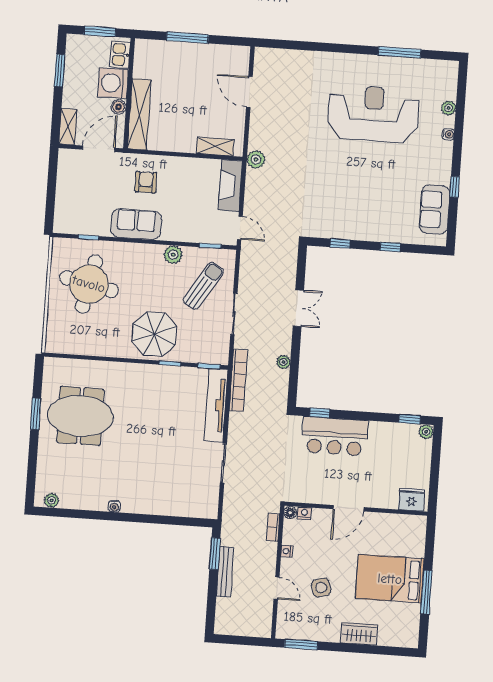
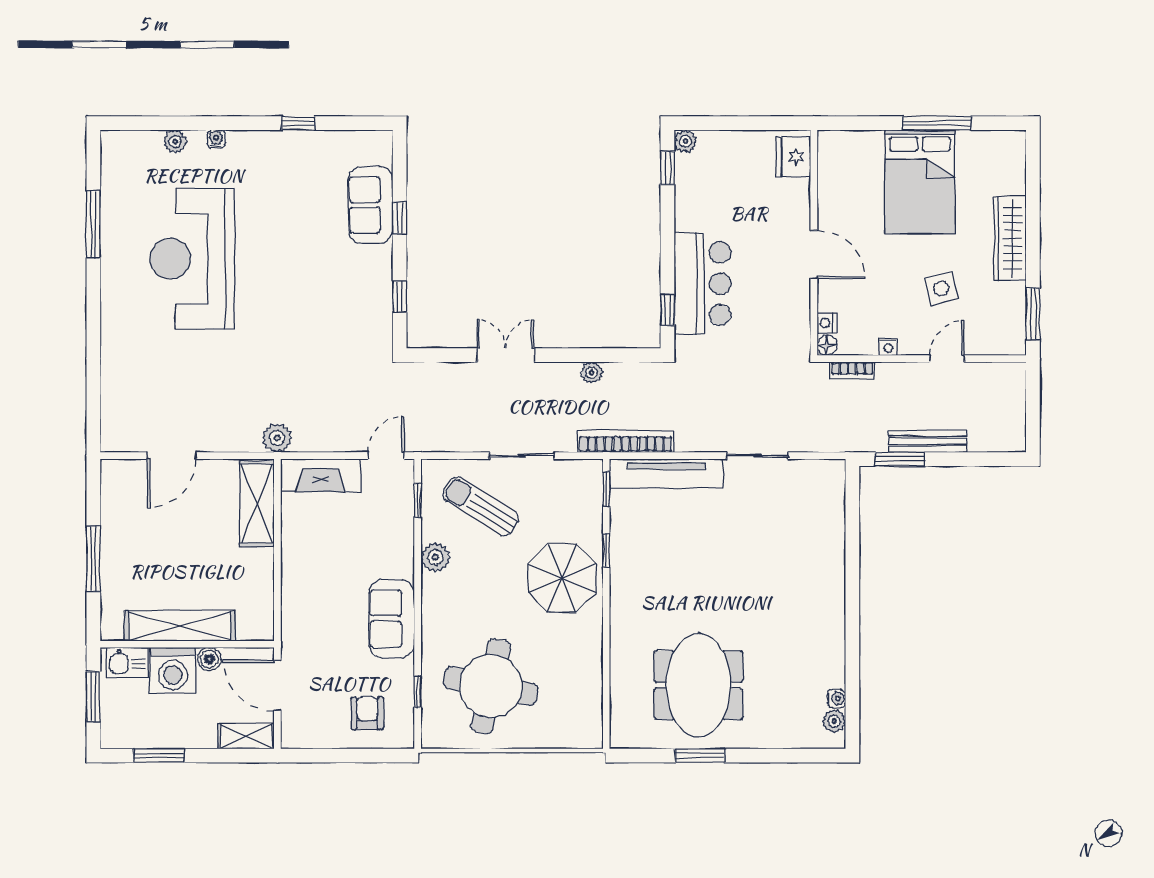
shelving: (139, 114) -> (180, 626), moved
shelving: (215, 147) -> (257, 503), width x1.50, depth x1.33
armchair: (146, 182) -> (367, 713), moved, turned 90
sofa: (435, 209) -> (371, 205), moved, turned 90
water cooler: (114, 506) -> (836, 698), moved
wardrobe: (359, 634) -> (1010, 238), width x1.50

